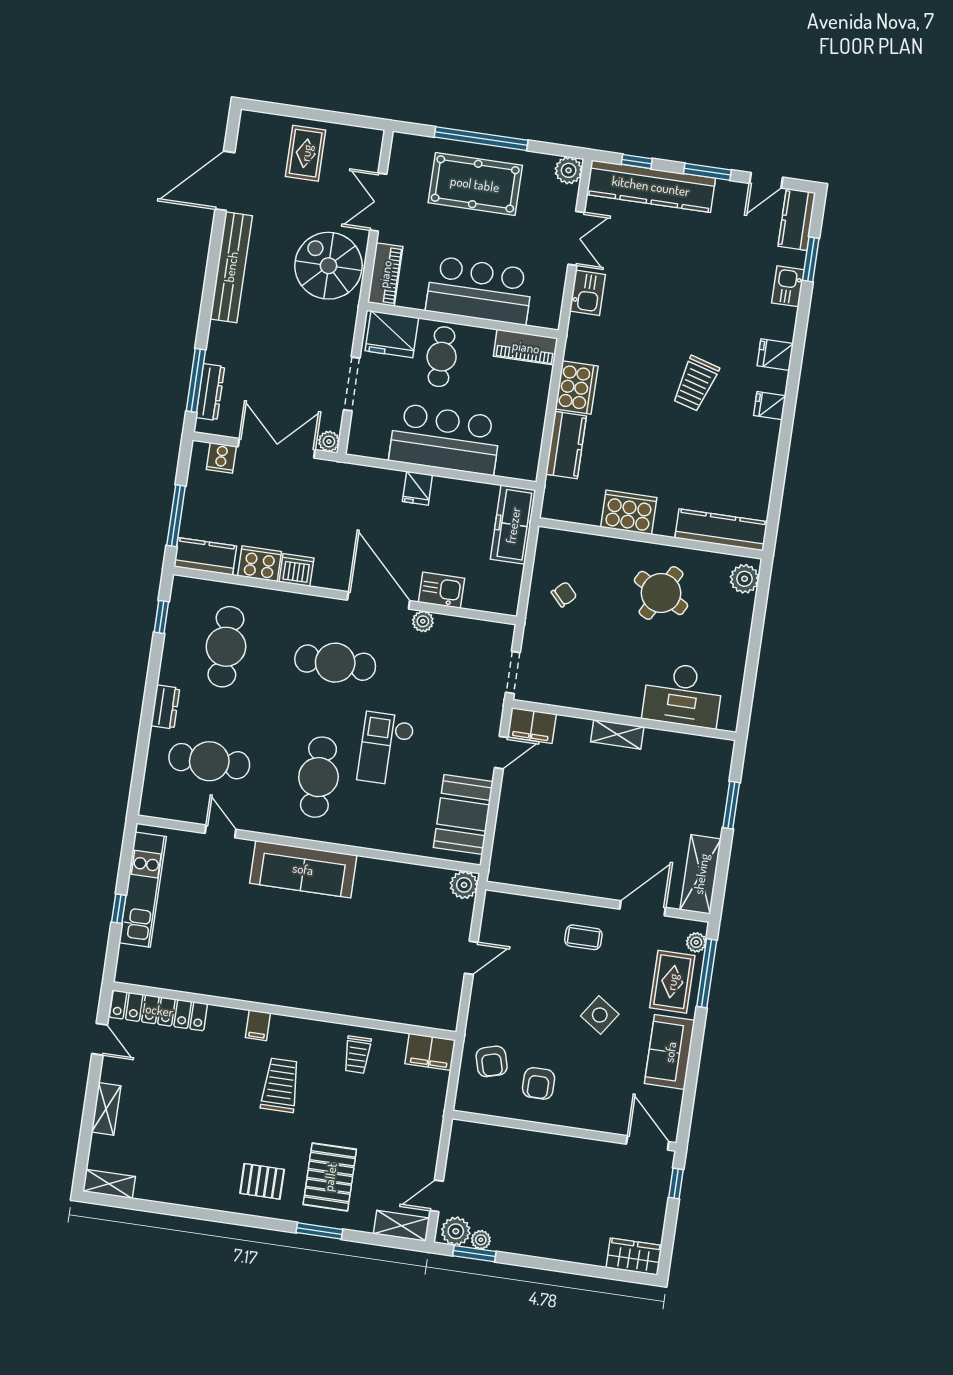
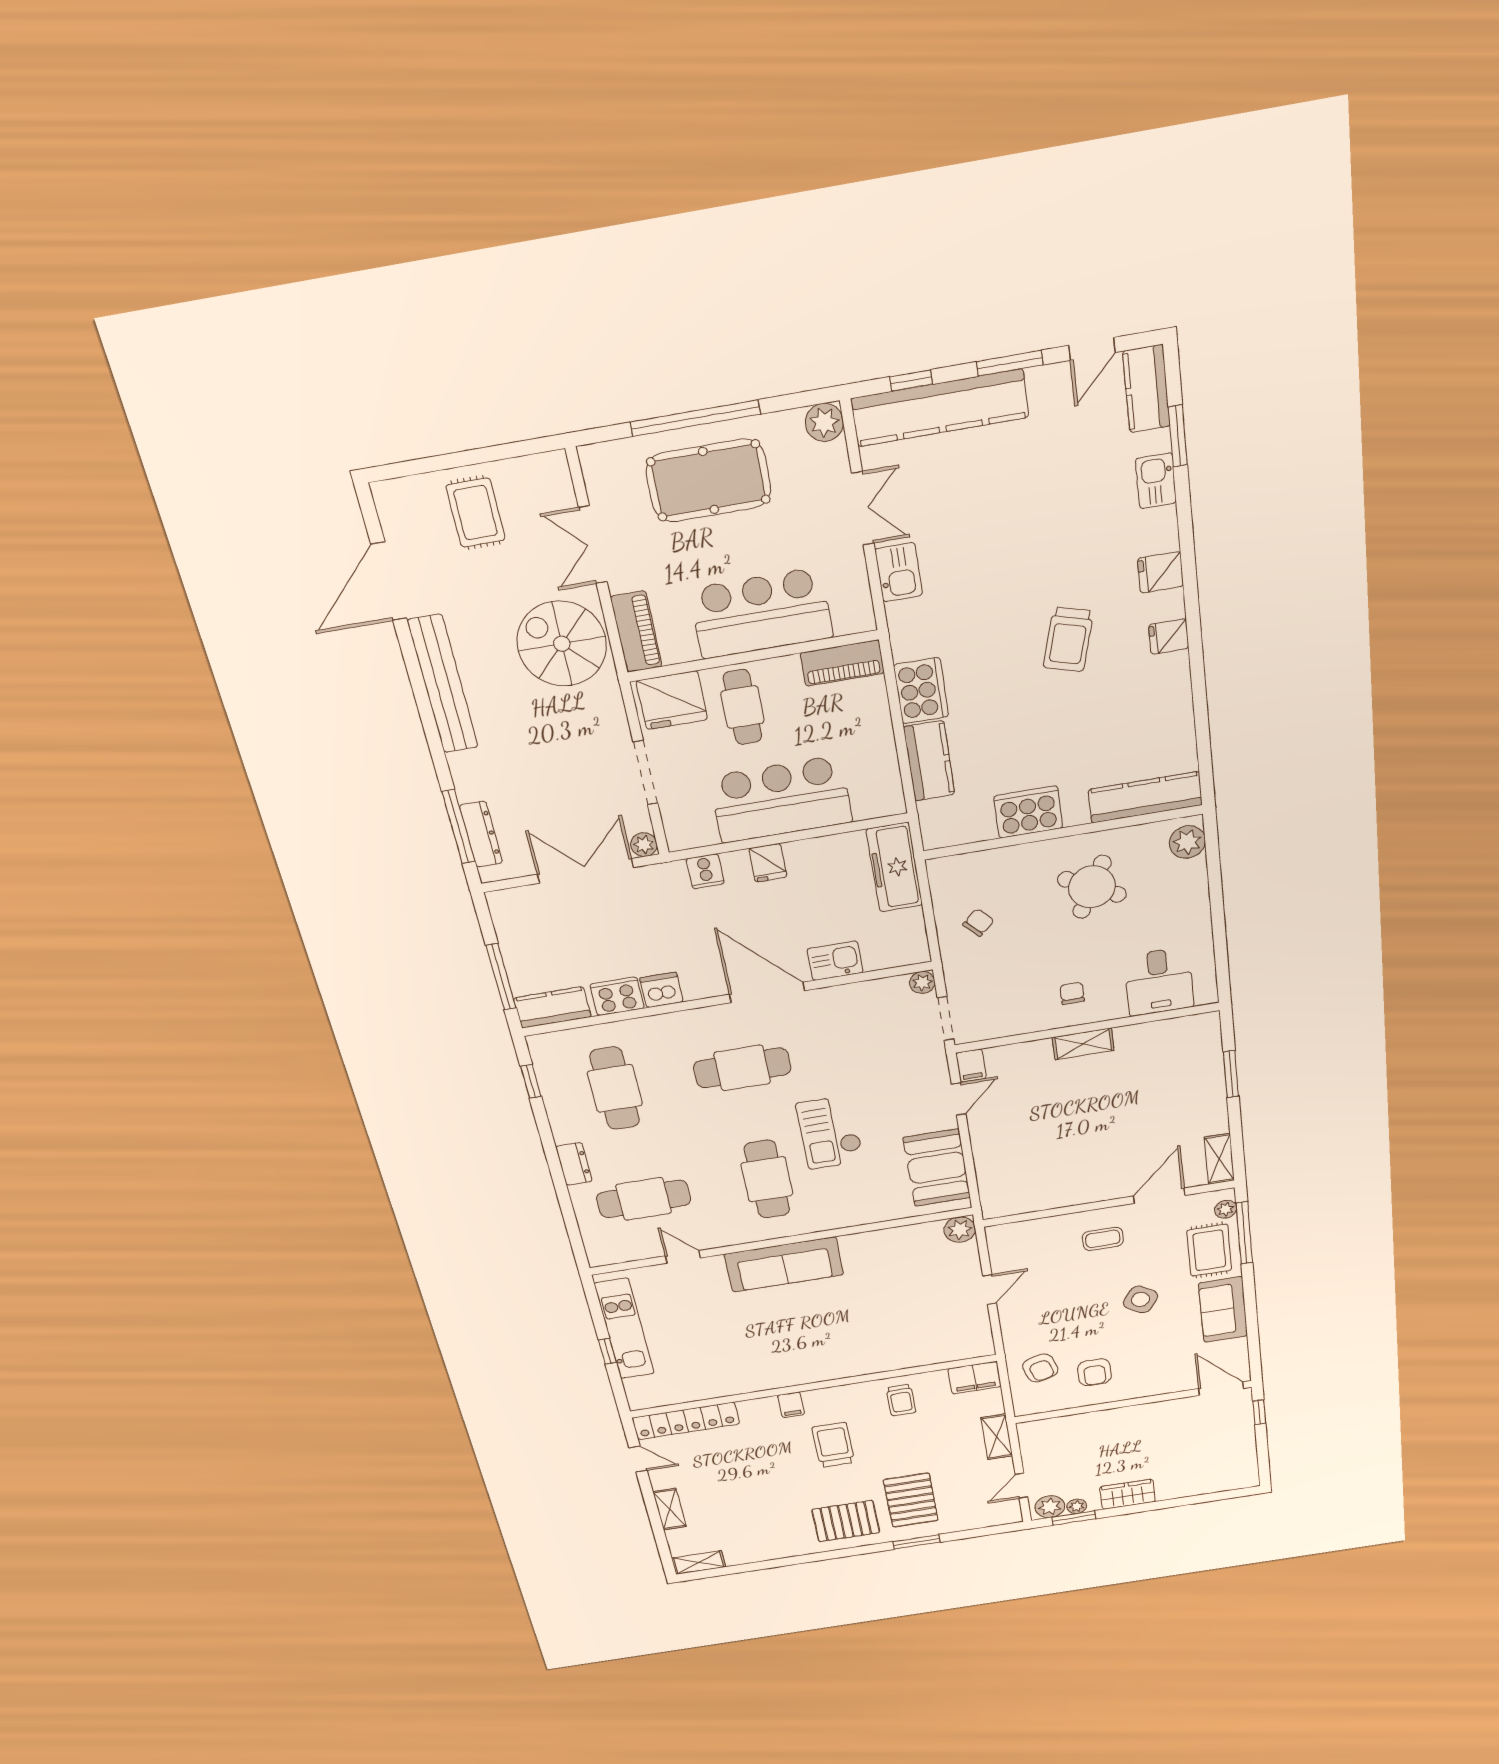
cooker: (221, 458) -> (705, 871), moved
plant: (423, 621) -> (922, 983), moved
chair: (621, 684) -> (1072, 993), added
desk: (683, 695) -> (1159, 981), width x0.73
filing cabinet: (532, 726) -> (971, 1066), width x0.50
shelving: (701, 874) -> (1219, 1159), width x0.67, depth x0.75
pallet: (262, 1181) -> (846, 1521), width x1.50, depth x1.42
shelving: (402, 1226) -> (997, 1437), moved, turned 90
wardrobe: (634, 1257) -> (1128, 1494), moved

